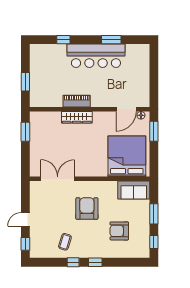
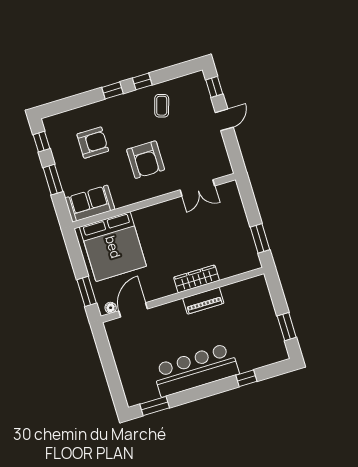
window: (111, 40) -> (155, 406), moved
window: (25, 82) -> (287, 327), moved
double door: (58, 179) -> (197, 188), width x0.73

